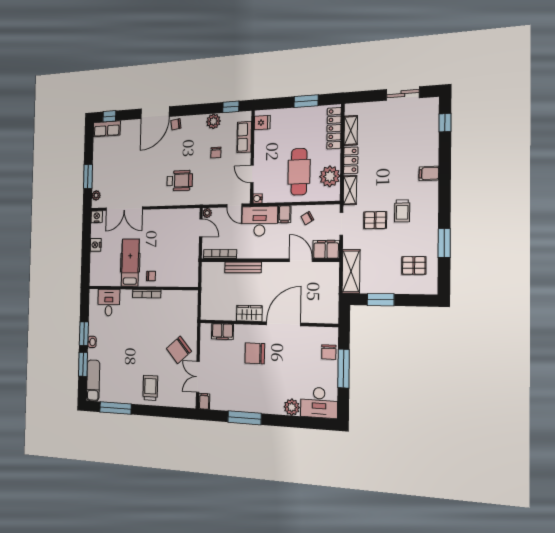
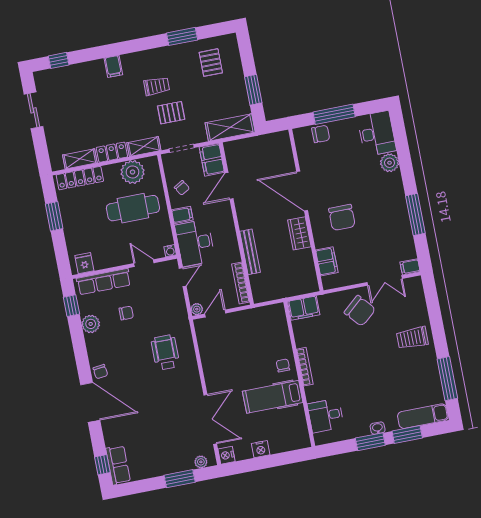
row of seats: (244, 137) -> (104, 282), width x1.48
door: (252, 174) -> (144, 263), swing flipped
pallet: (375, 220) -> (171, 113), turned 90
filing cabinet: (190, 303) -> (304, 308), added

